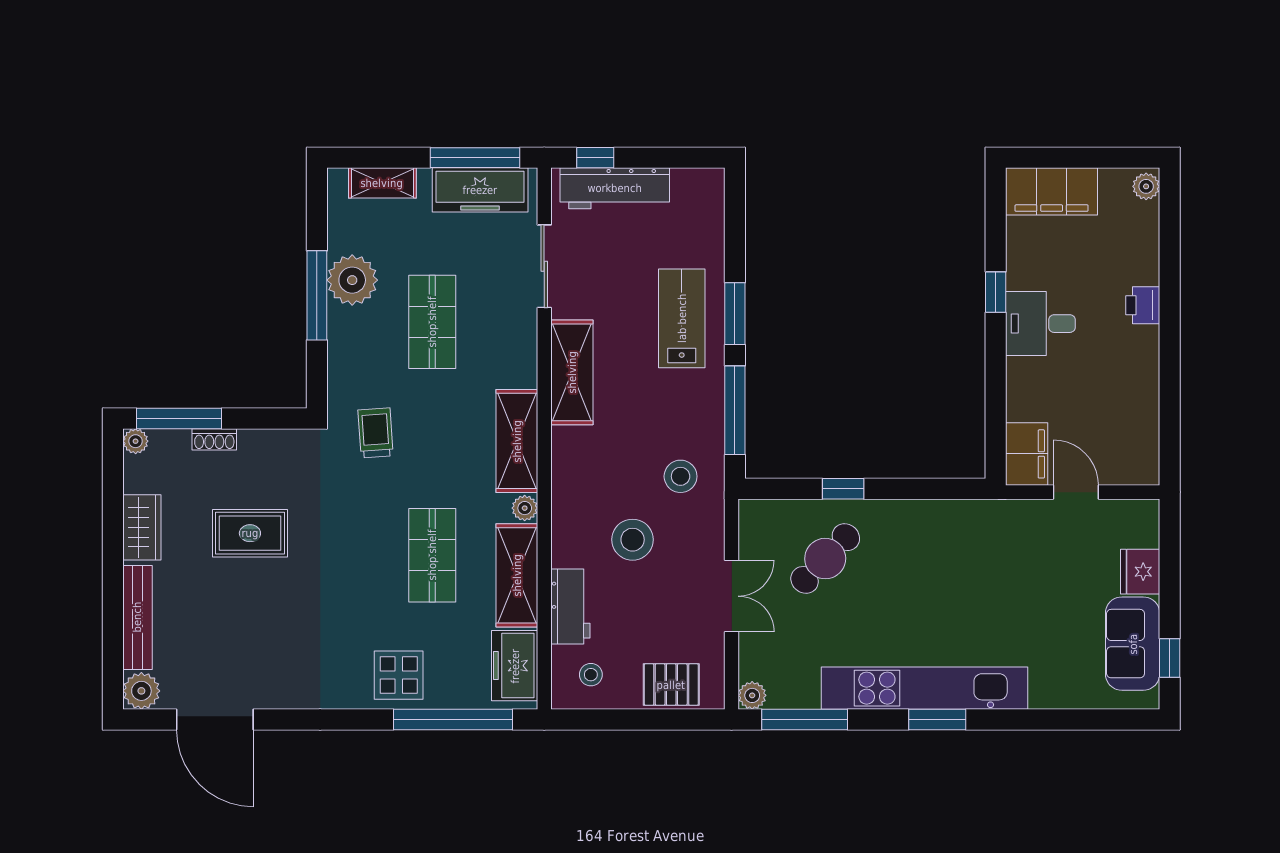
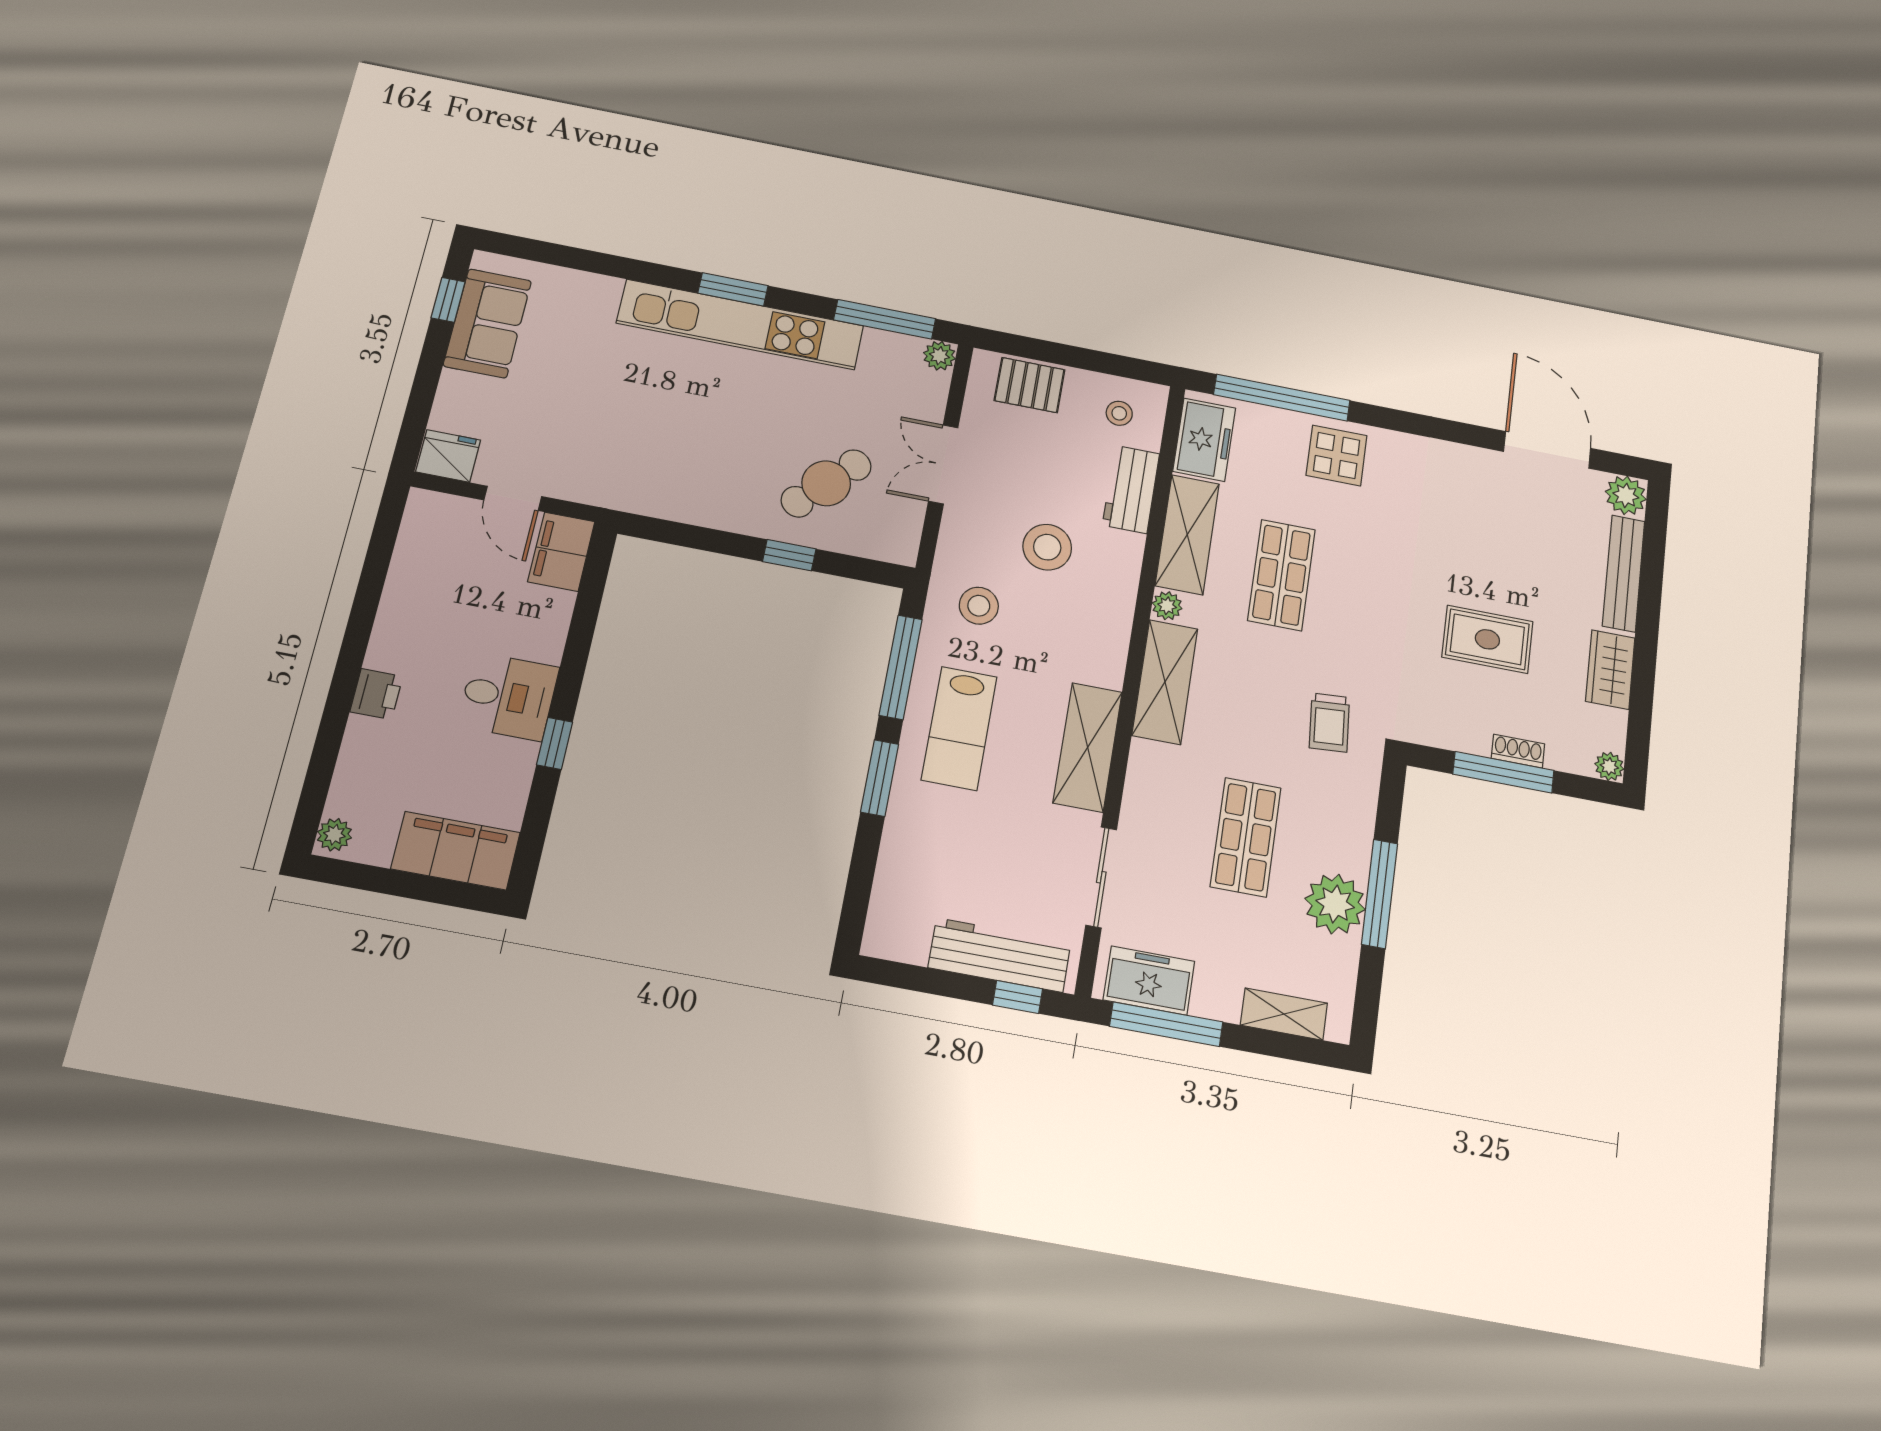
freezer: (480, 190) -> (1149, 981), width x0.71
lab bench: (682, 318) -> (959, 728), moved
window: (179, 418) -> (1503, 772), moved
fridge: (1140, 572) -> (448, 456), moved, turned -90

